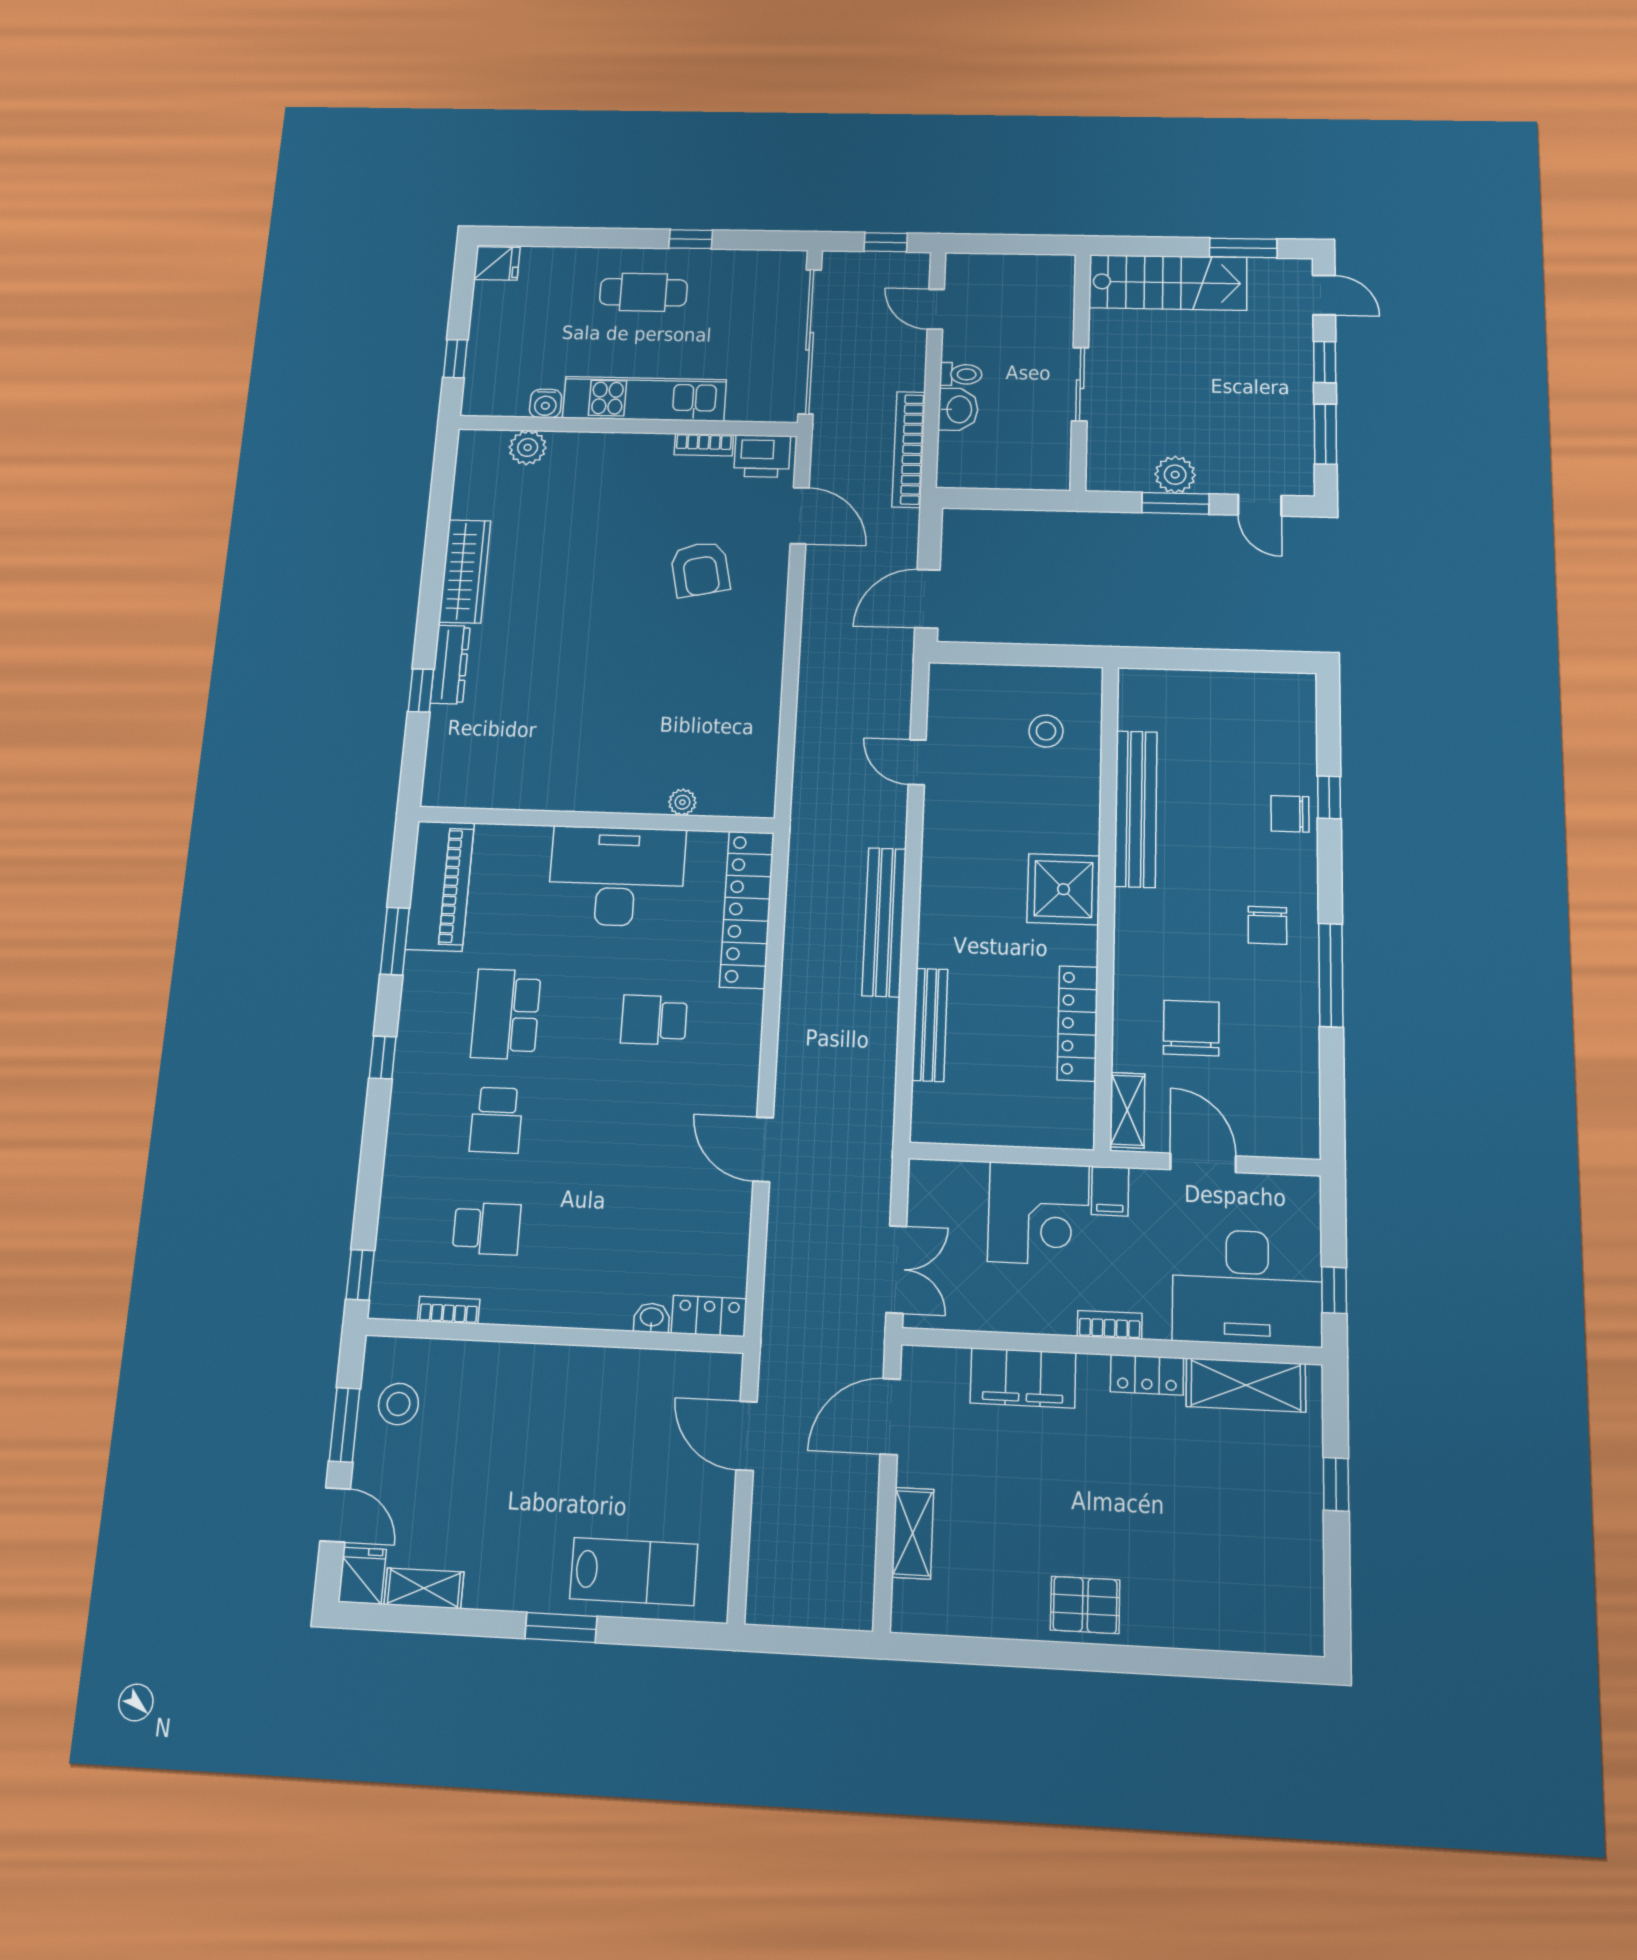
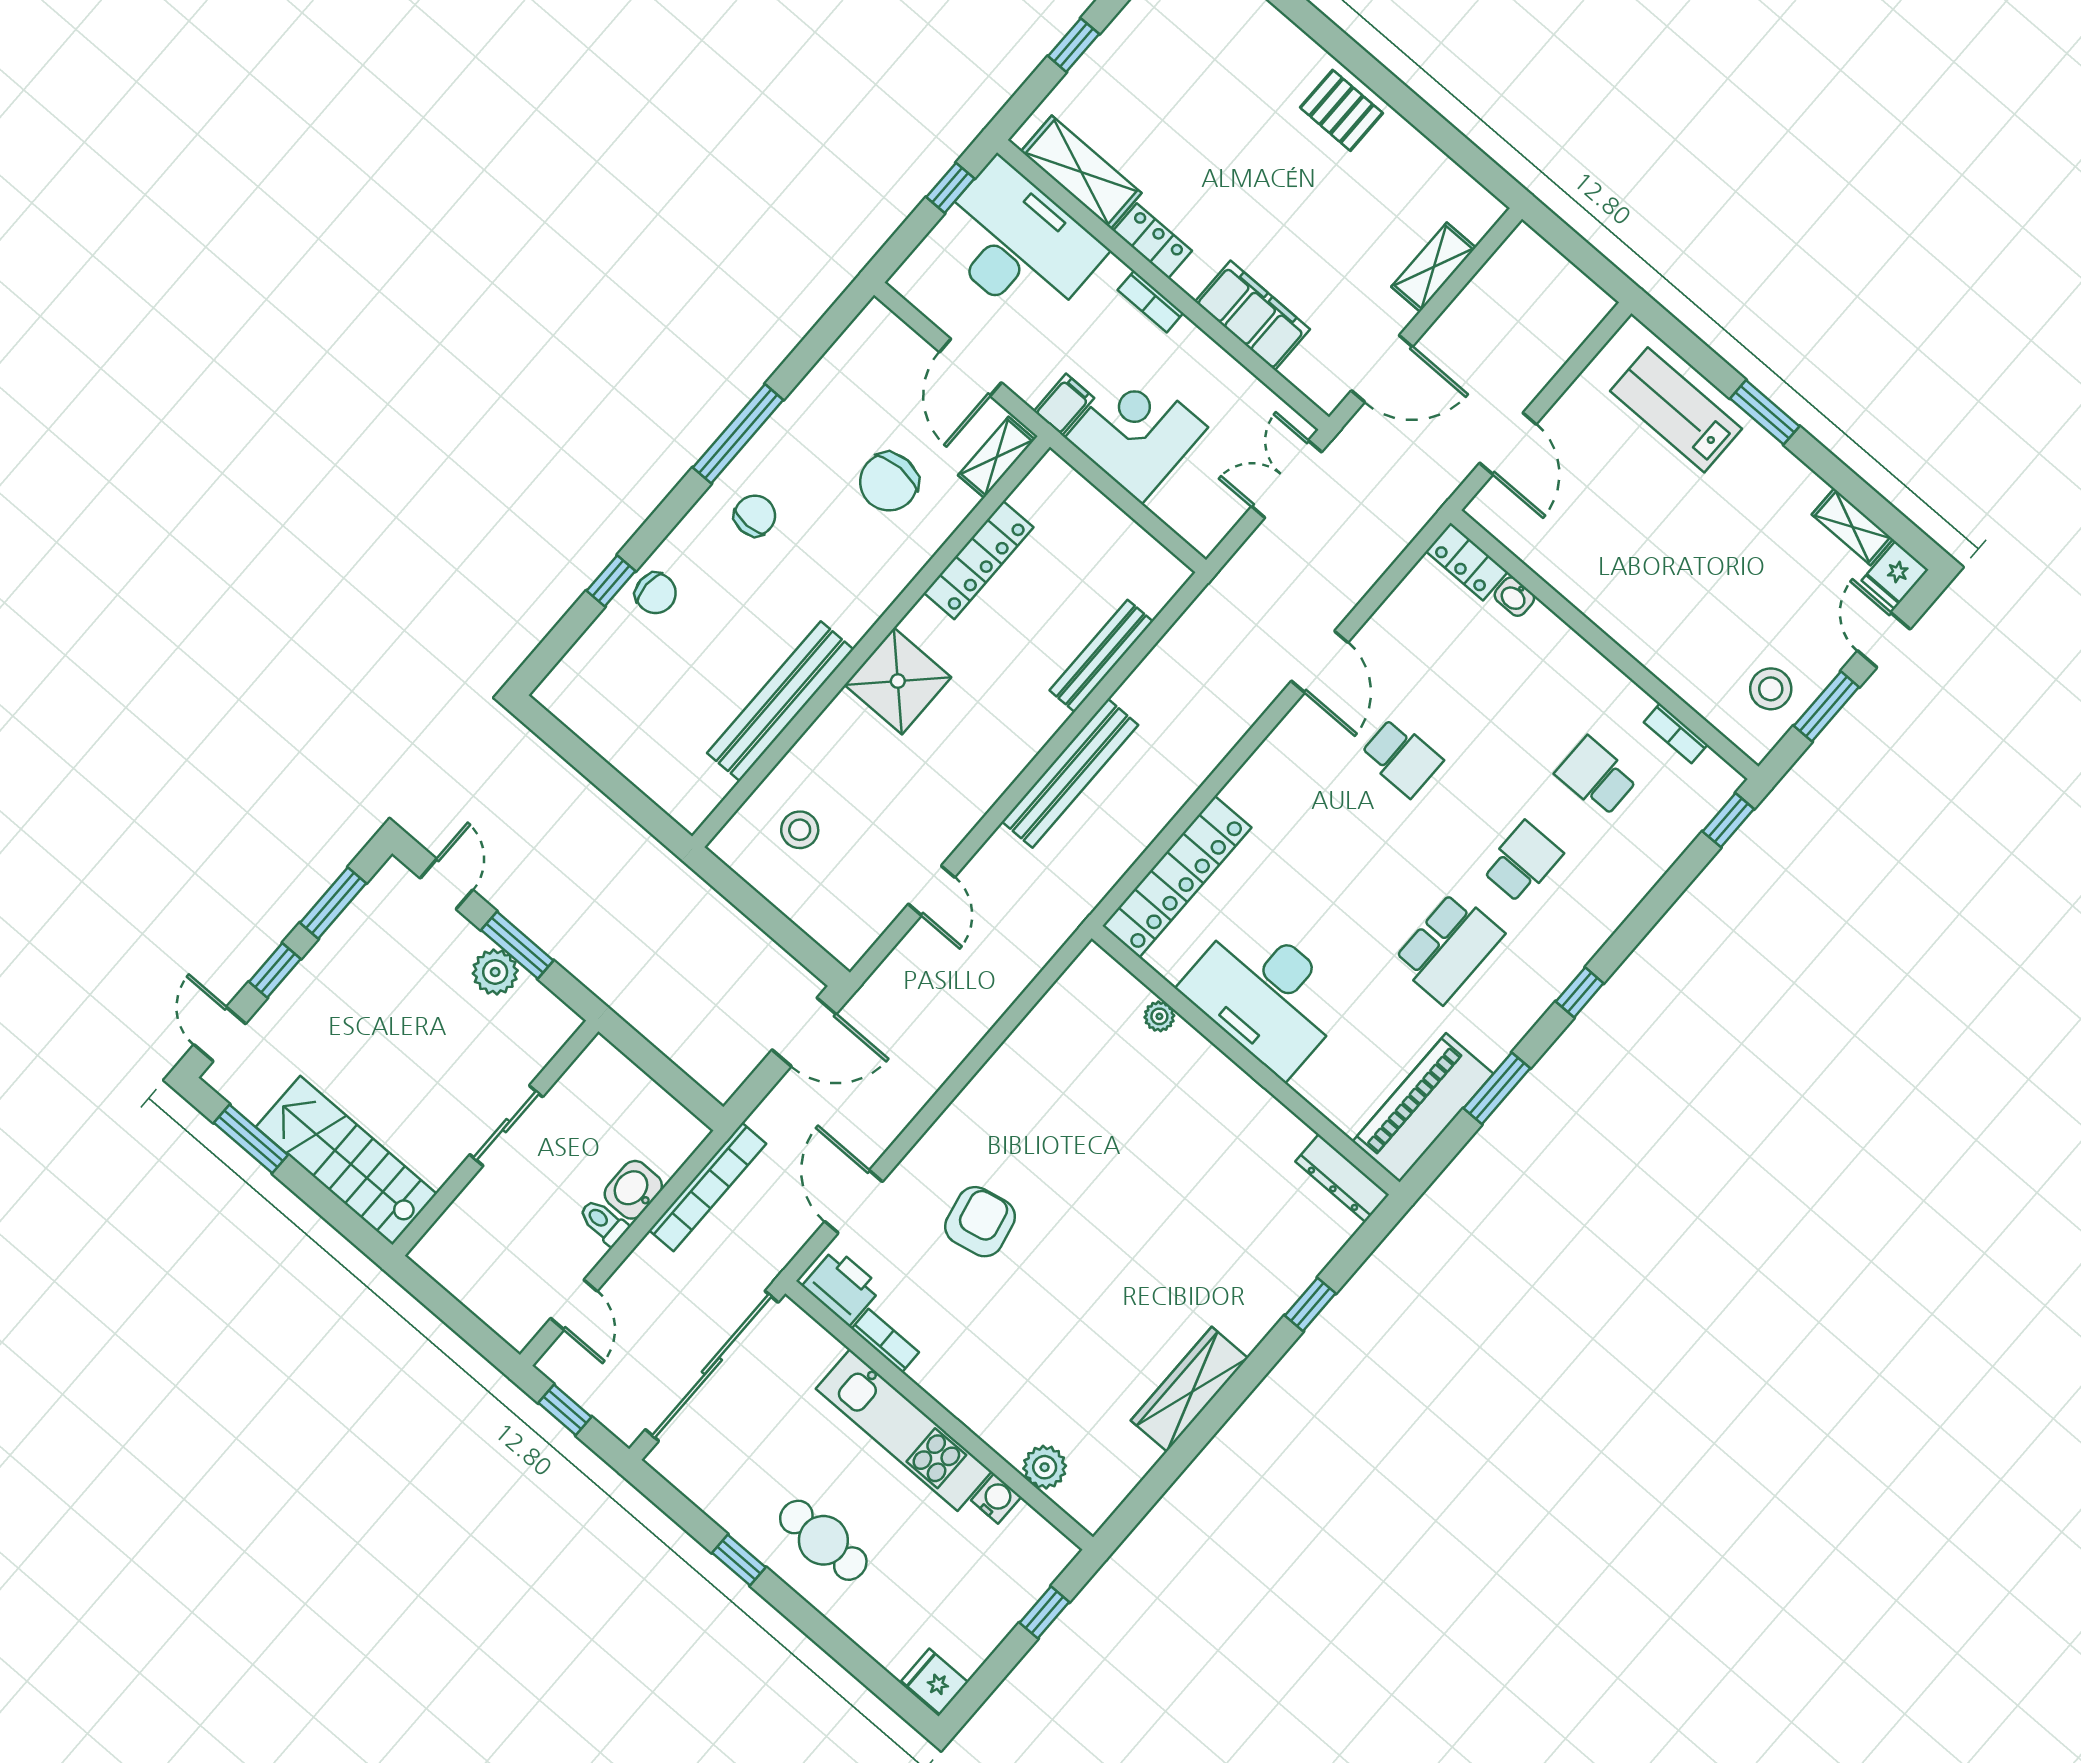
dresser: (450, 665) -> (1342, 1178), moved, turned -90
school desk: (654, 1020) -> (1402, 757), moved

